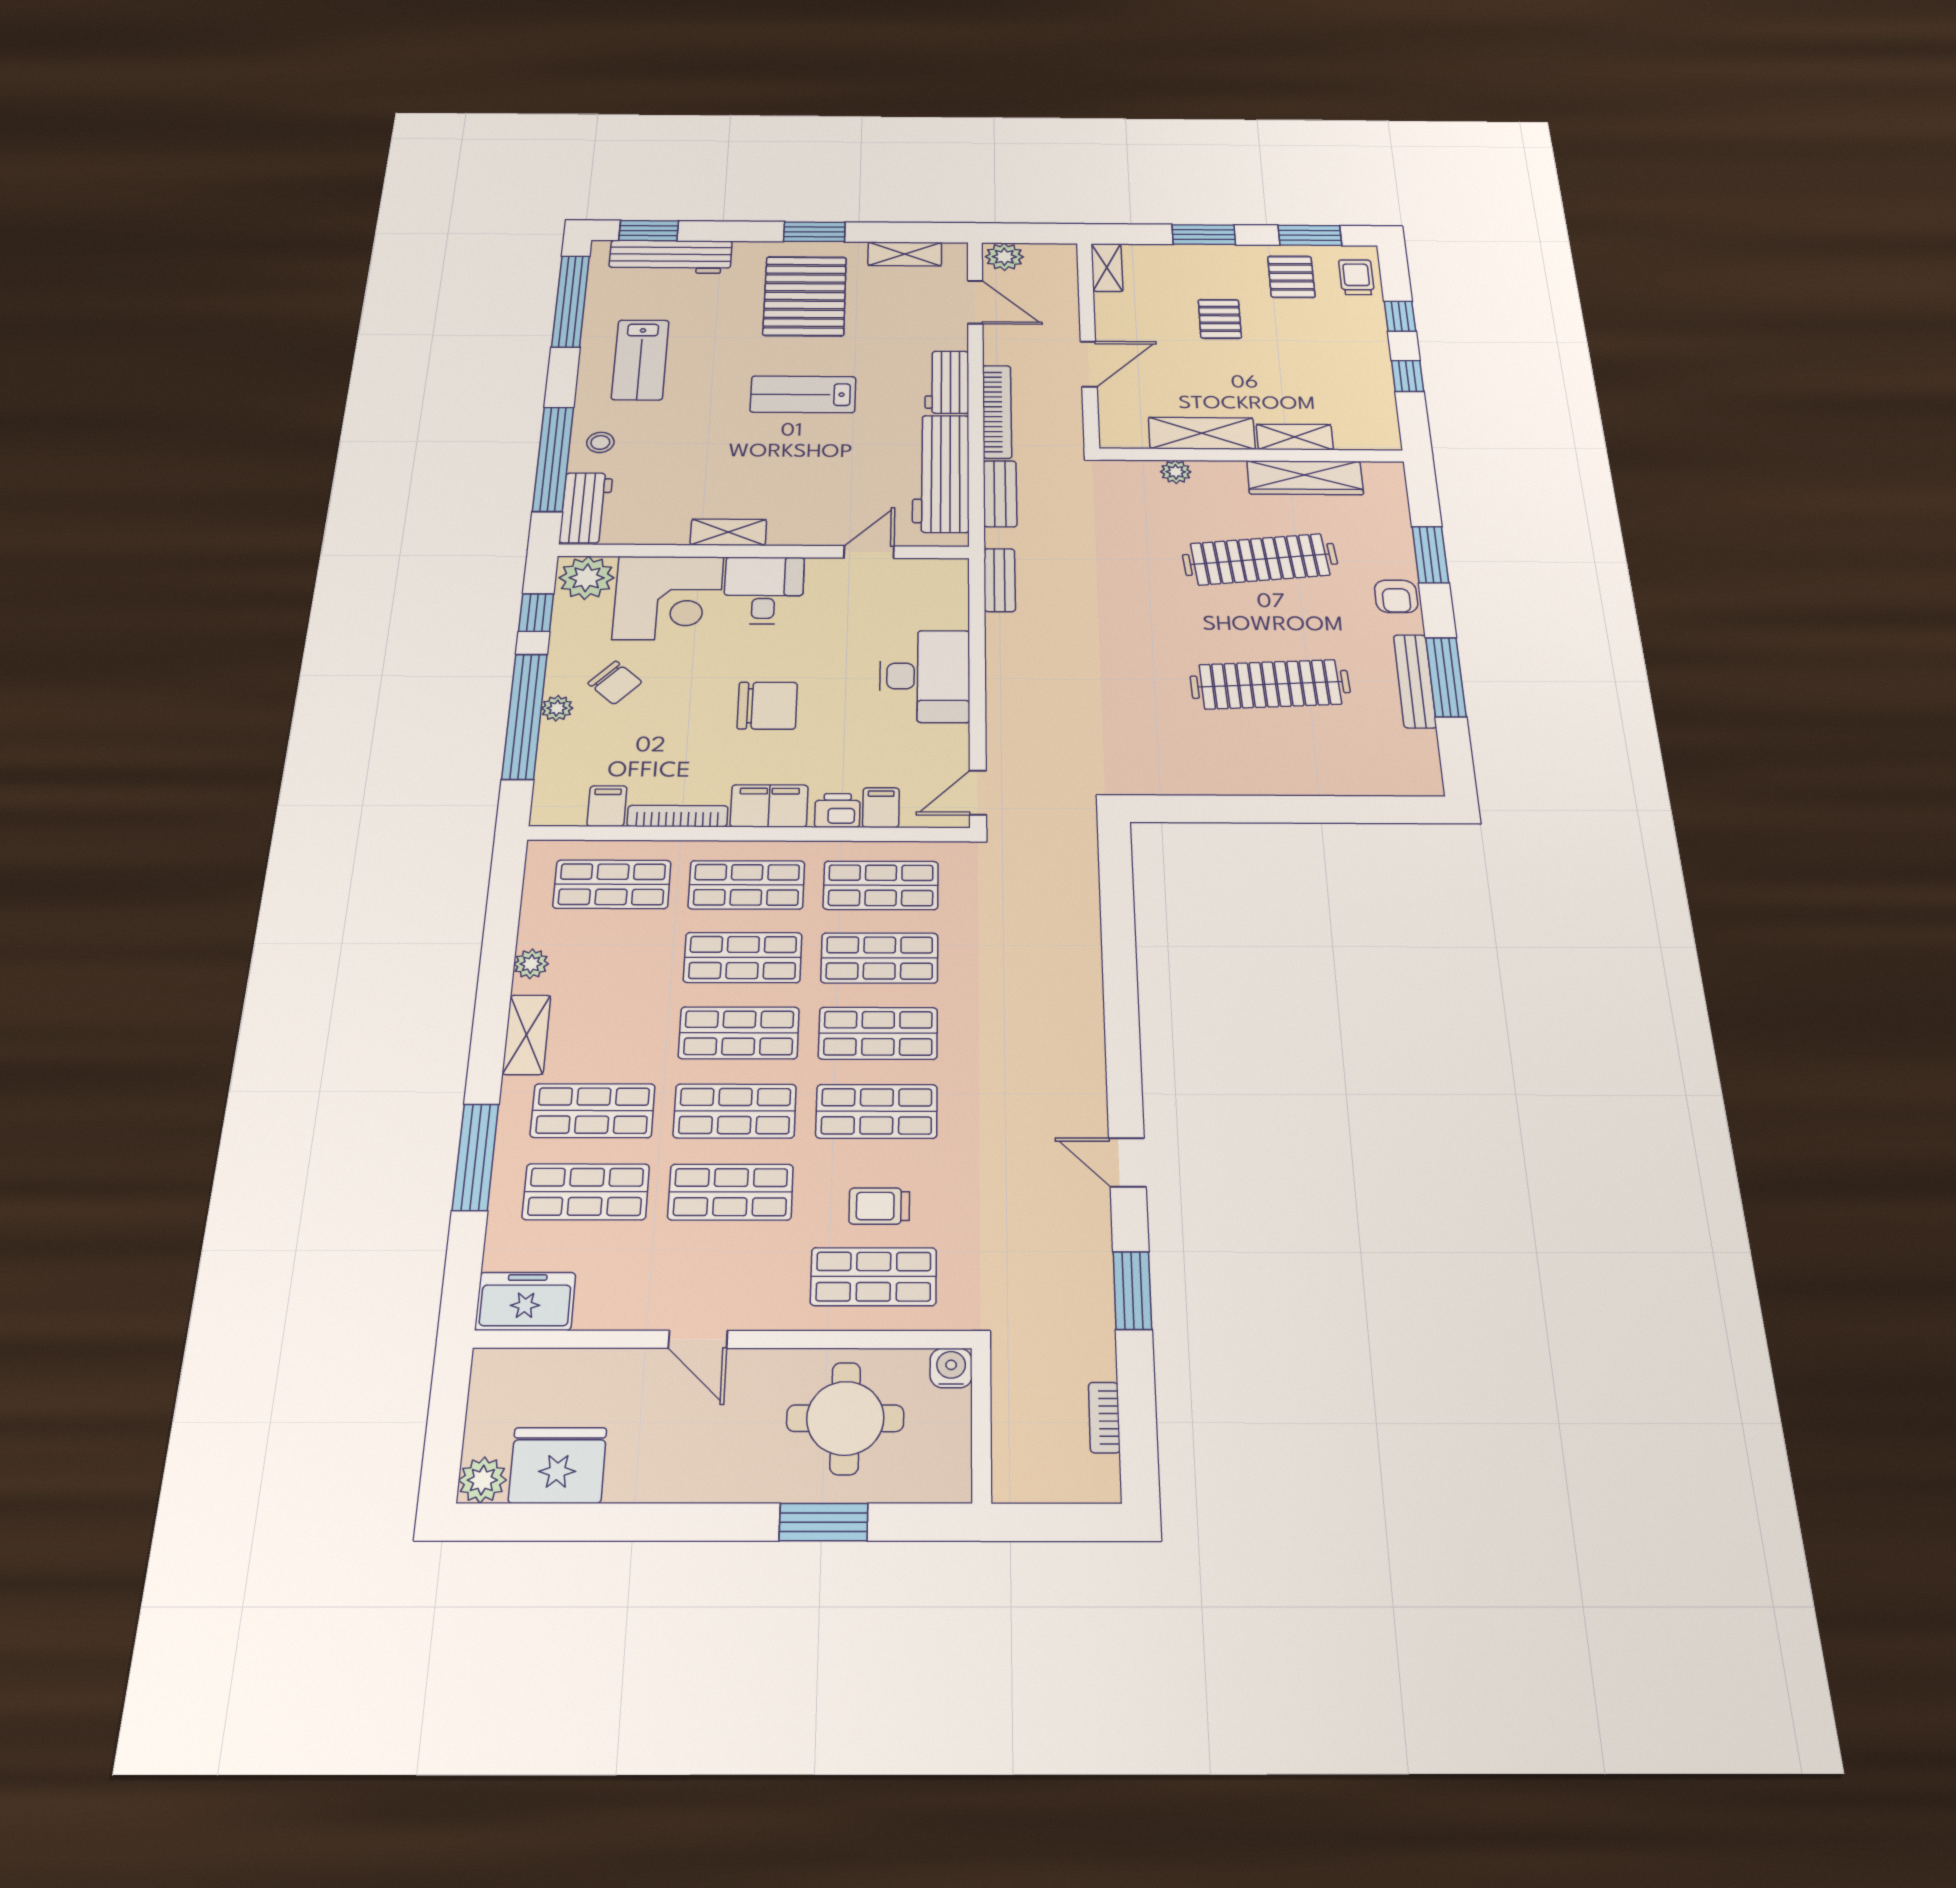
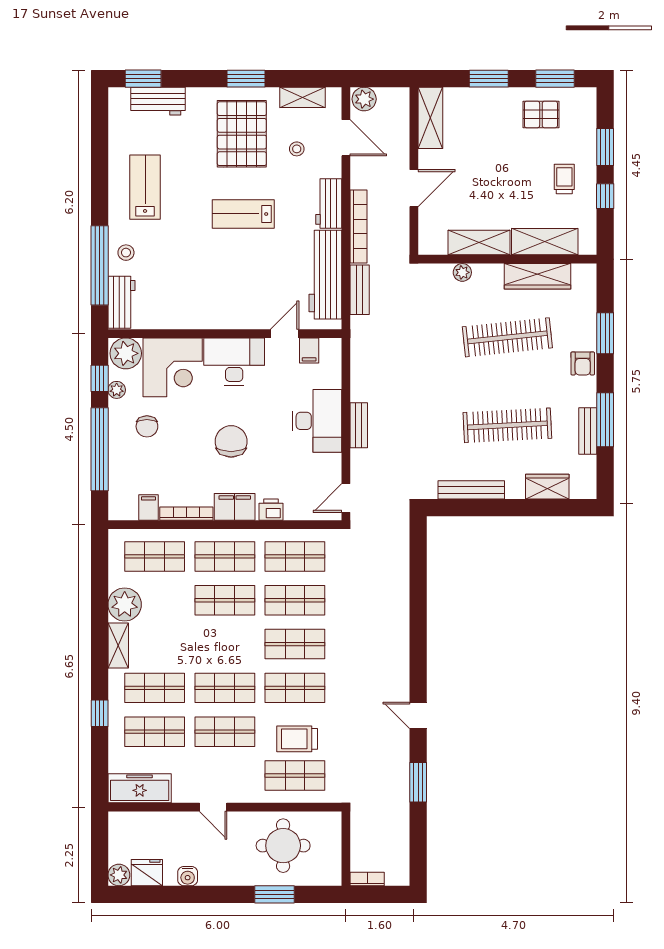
workbench: (671, 257) -> (158, 101), width x0.73
shelving: (1107, 267) -> (430, 118), width x1.50, depth x1.33
pallet: (1291, 277) -> (541, 114), turned 90
trolley: (1356, 277) -> (564, 179), moved
window: (571, 301) -> (100, 139), removed
stool: (894, 315) -> (297, 149), added
window: (1400, 316) -> (605, 147), width x1.50
pallet: (1220, 319) -> (495, 150), removed
lab bench: (640, 360) -> (145, 187), turned 180
shelving: (1295, 437) -> (545, 242), width x1.50, depth x1.33
shelving: (728, 532) -> (204, 320), removed
bench: (1000, 580) -> (359, 425), moved
desk: (764, 590) -> (234, 362), width x1.37
bench: (1415, 681) -> (588, 431), width x0.73
chair: (615, 683) -> (147, 426), turned 47
chair: (767, 706) -> (231, 441), turned -90
plant: (557, 708) -> (117, 390), moved
wardrobe: (1351, 777) -> (547, 487), added
bench: (1211, 781) -> (471, 490), added
filing cabinet: (881, 808) -> (309, 351), moved, turned 180
plant: (531, 964) -> (125, 604), width x1.88, depth x1.88
shop shelf: (739, 1033) -> (225, 644), removed
window: (476, 1157) -> (100, 713), width x0.46
trolley: (879, 1206) -> (297, 739), width x1.36, depth x1.39
freezer: (525, 1301) -> (140, 788), width x1.40
water cooler: (951, 1368) -> (188, 876), moved, turned 180
bookcase: (1104, 1417) -> (367, 879), moved, turned 90
fridge: (558, 1465) -> (147, 873), width x0.73, depth x0.75

